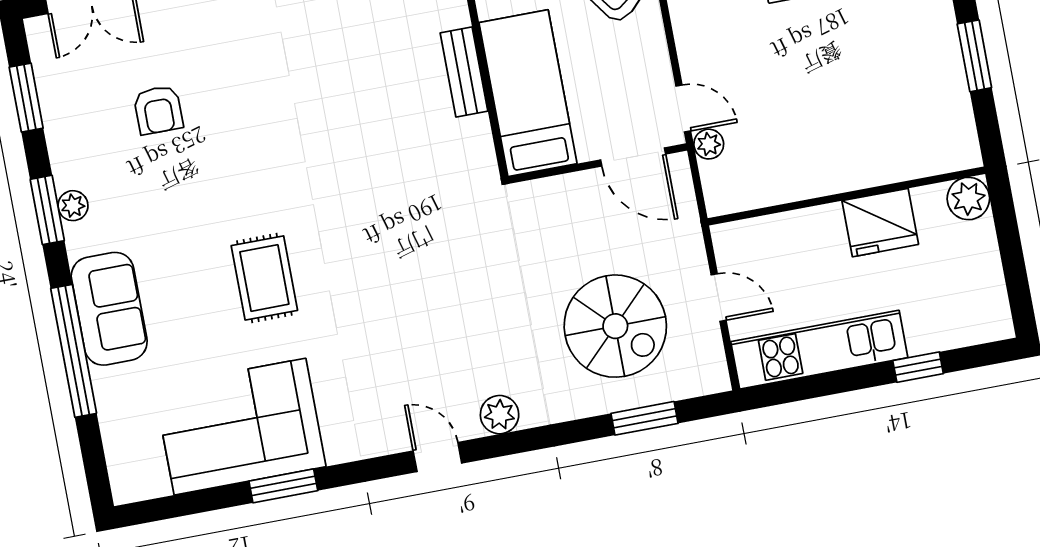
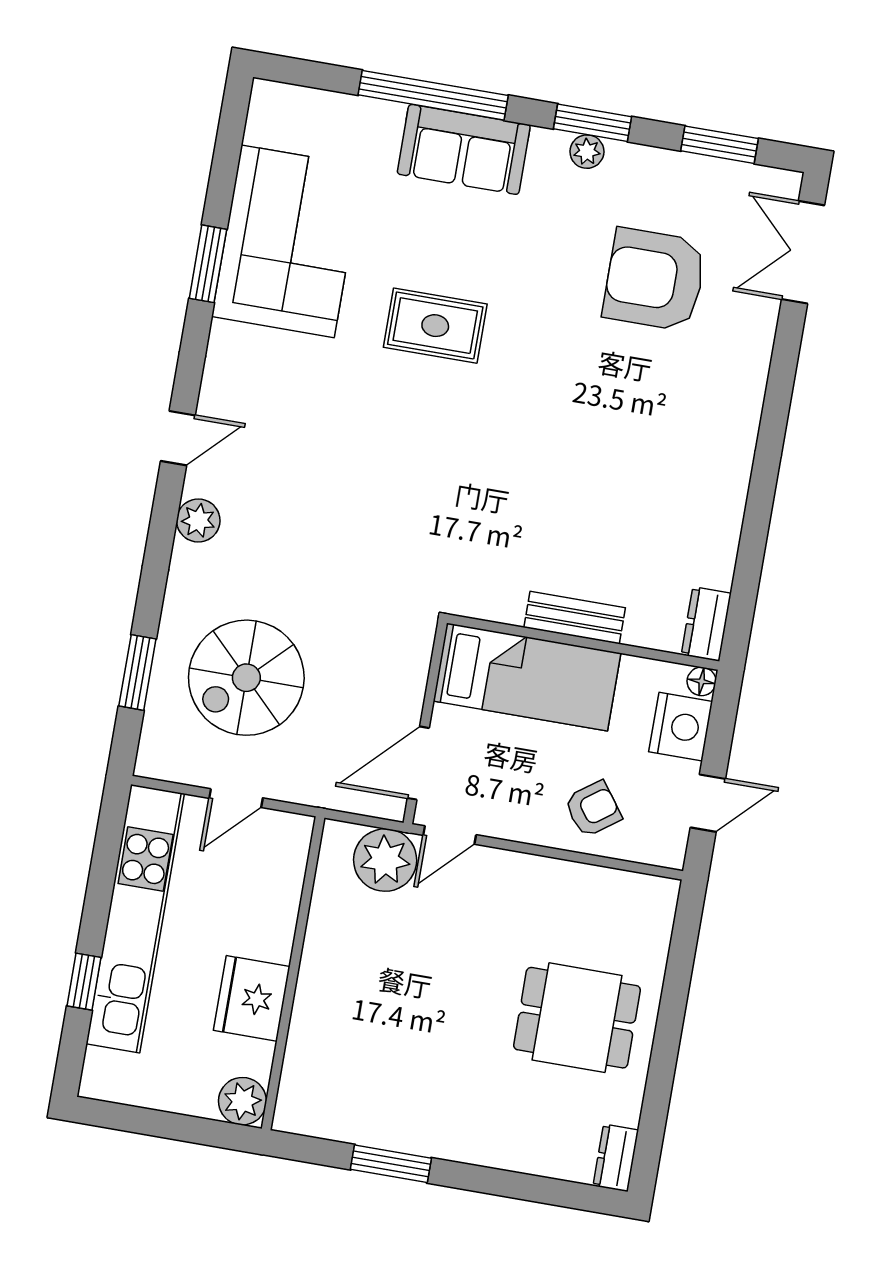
armchair: (158, 110) -> (655, 279), width x1.88, depth x1.88
plant: (709, 144) -> (385, 860), width x1.87, depth x1.87
kitchen unit: (819, 350) -> (135, 919), width x1.36

